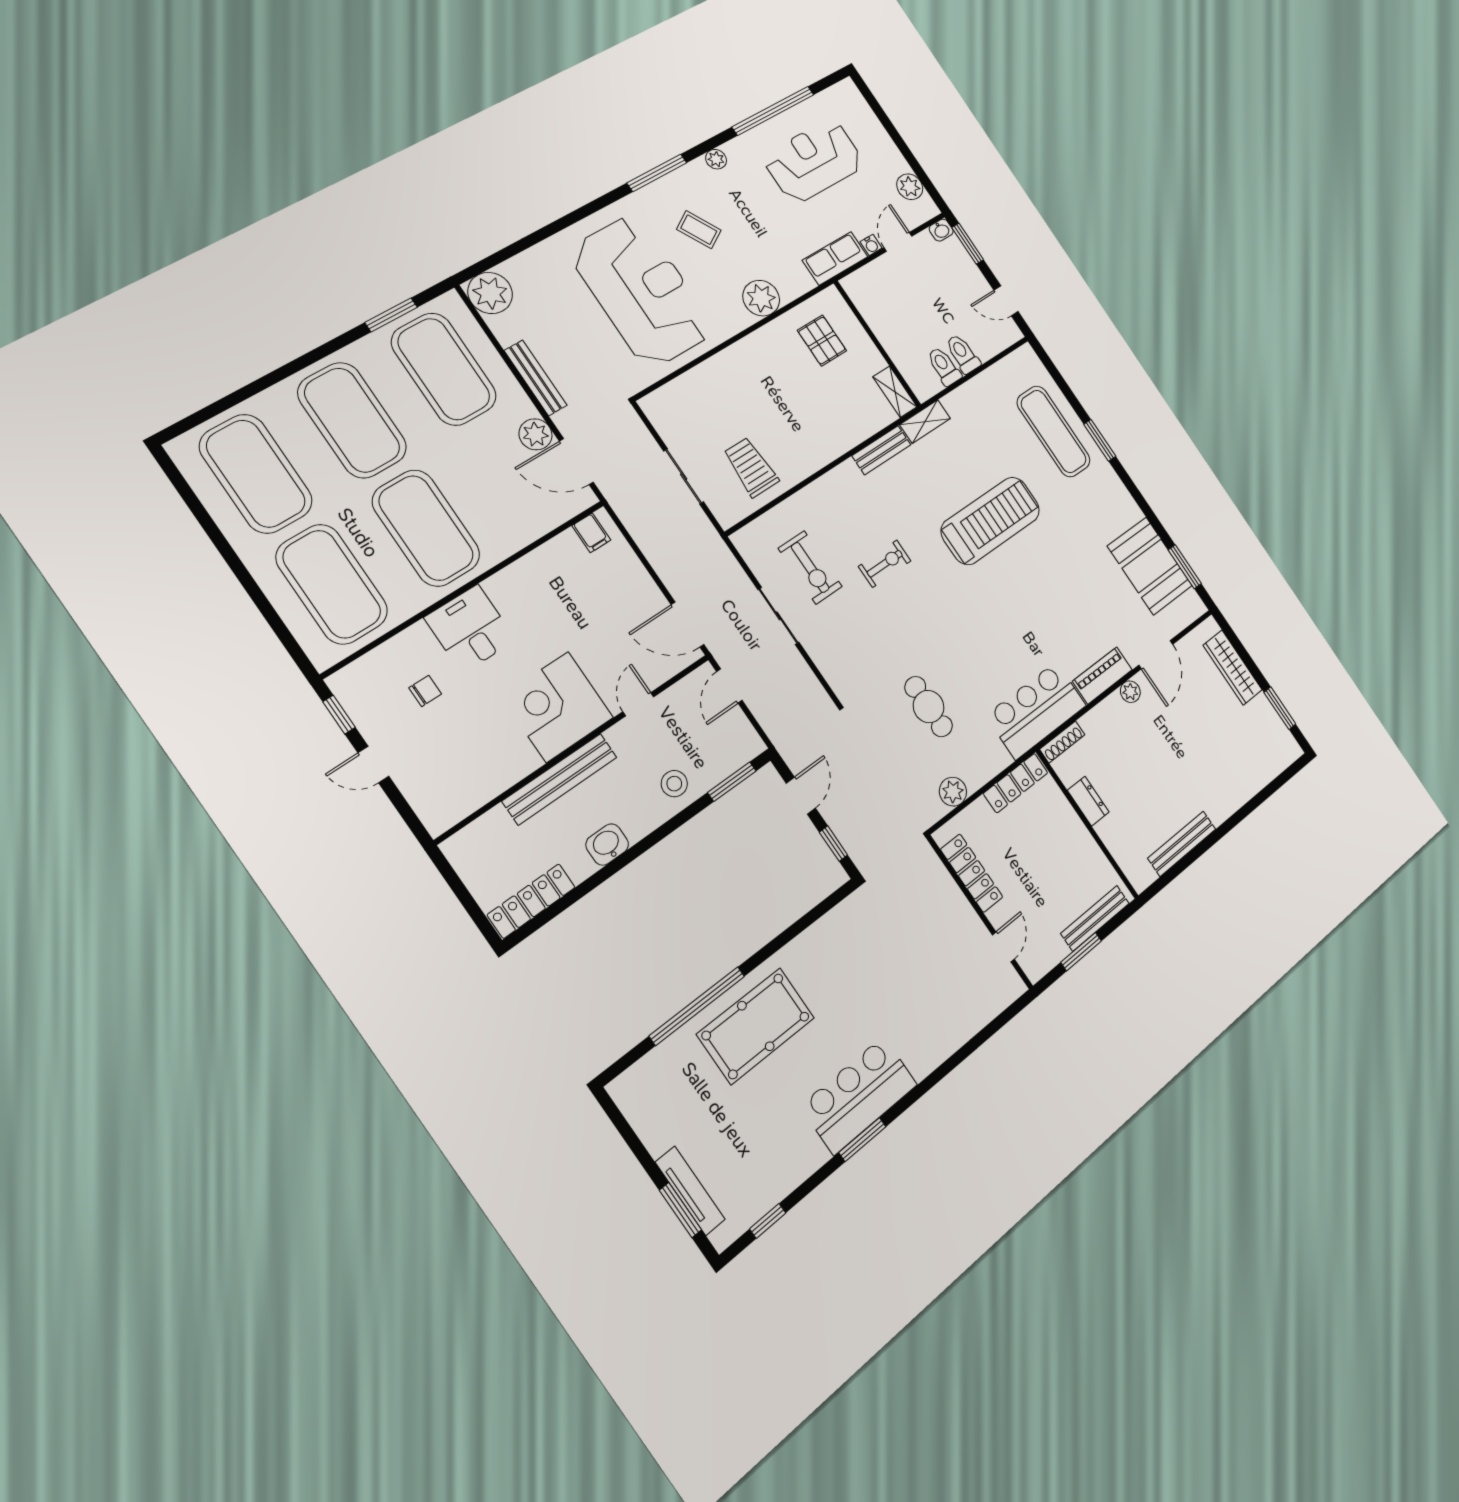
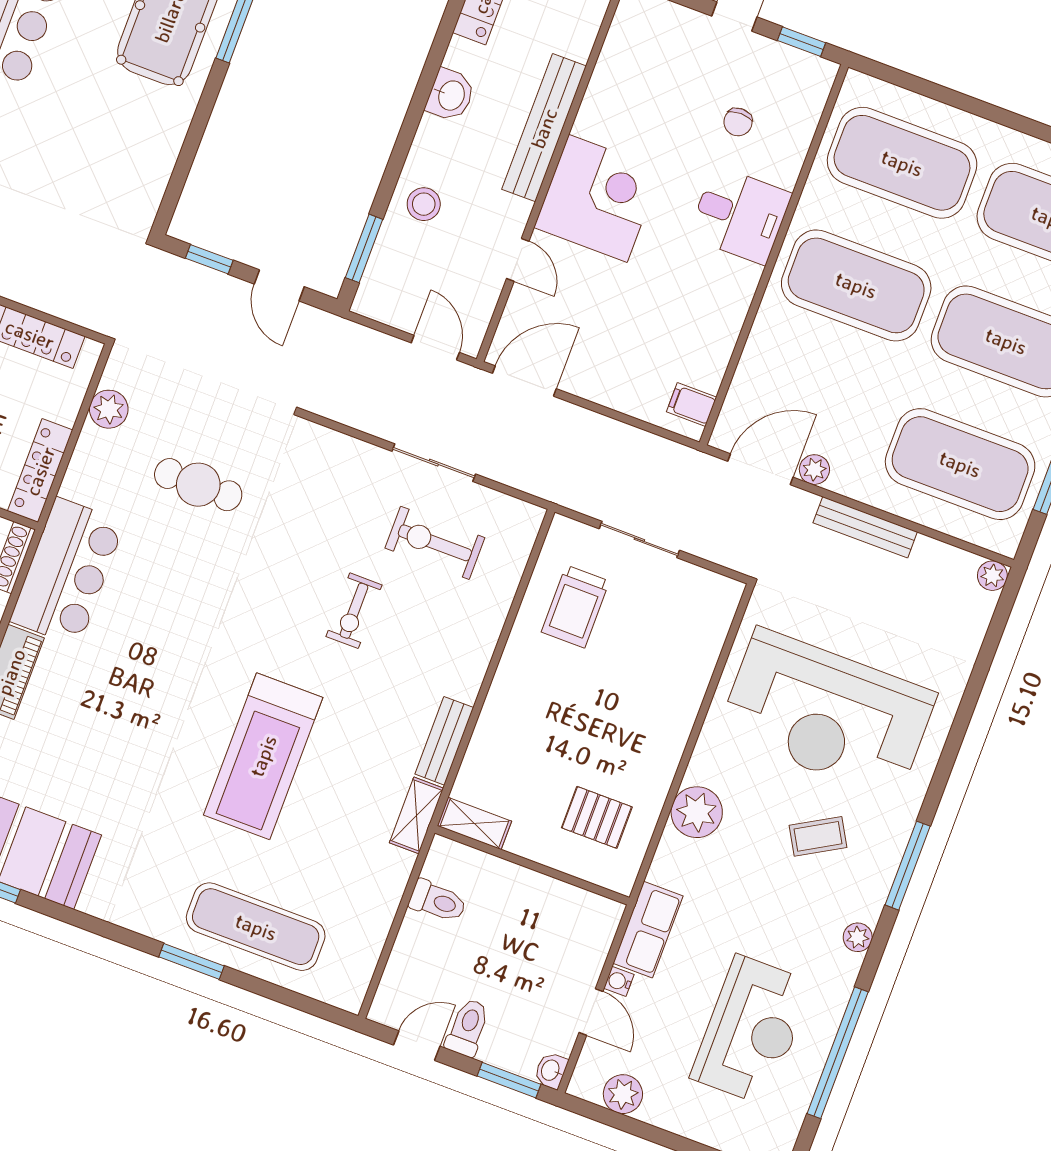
plant: (490, 293) -> (992, 576), width x0.53, depth x0.53
toilet: (963, 354) -> (468, 1028), moved, turned -90
plant: (536, 434) -> (814, 470), width x0.73, depth x0.73
trolley: (751, 467) -> (575, 607), turned 90

